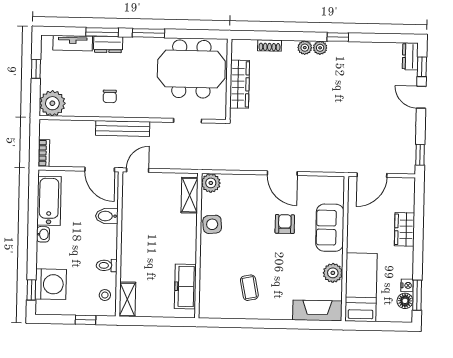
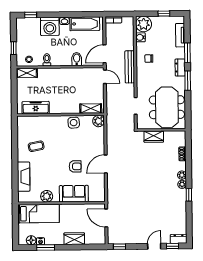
dresser: (108, 45) -> (180, 68), moved
wardrobe: (240, 84) -> (154, 137), width x0.67
water cooler: (74, 109) -> (141, 37), added
washing machine: (51, 284) -> (50, 26), moved
window: (417, 295) -> (46, 247), moved
fireplace: (317, 310) -> (24, 177), moved

